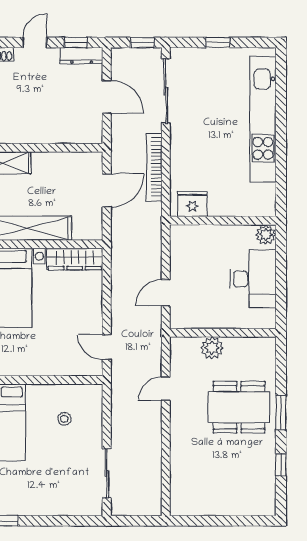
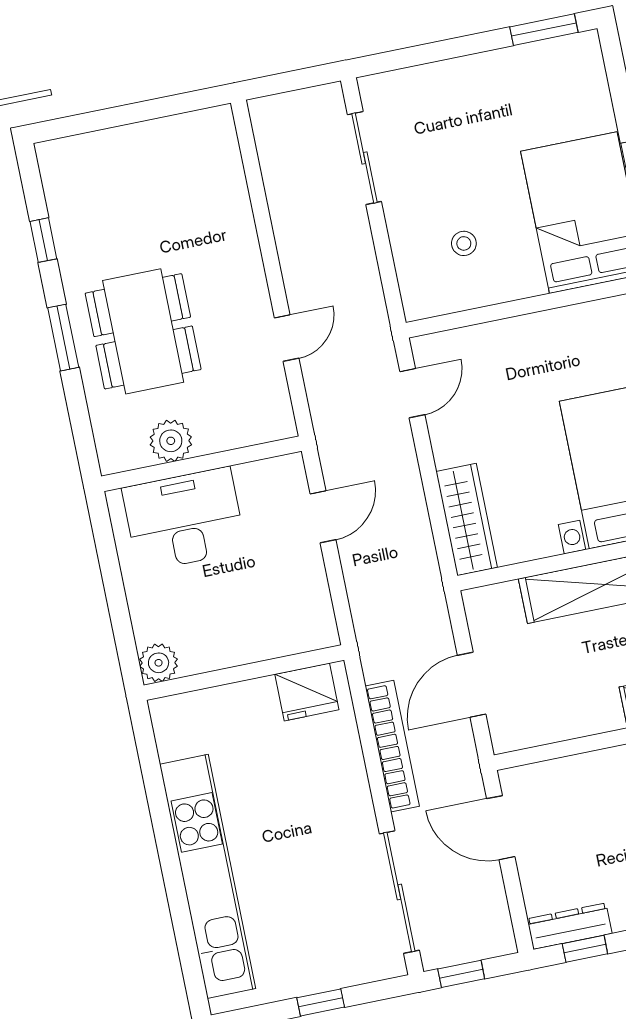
door: (107, 97) -> (501, 828), moved
wardrobe: (75, 259) -> (467, 520), moved, turned 90
desk: (253, 279) -> (184, 519), moved, turned 90
door: (107, 347) -> (412, 393), hinge flipped
plant: (212, 348) -> (171, 441), moved
dining table: (239, 407) -> (143, 331), turned 90

